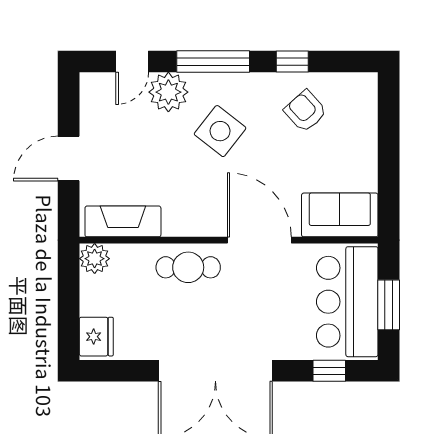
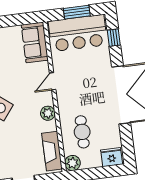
plant: (198, 223) -> (48, 113), added
door: (259, 240) -> (53, 81), width x0.53
cafe table: (188, 267) -> (82, 132), moved

